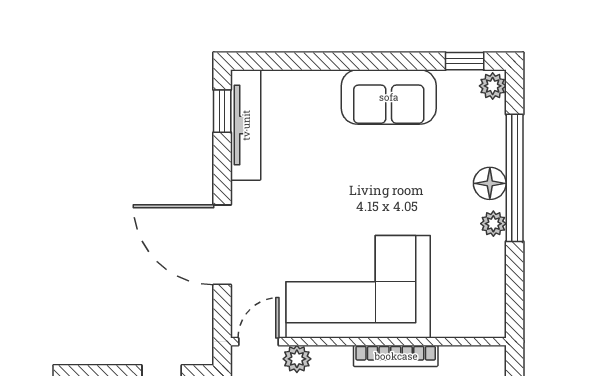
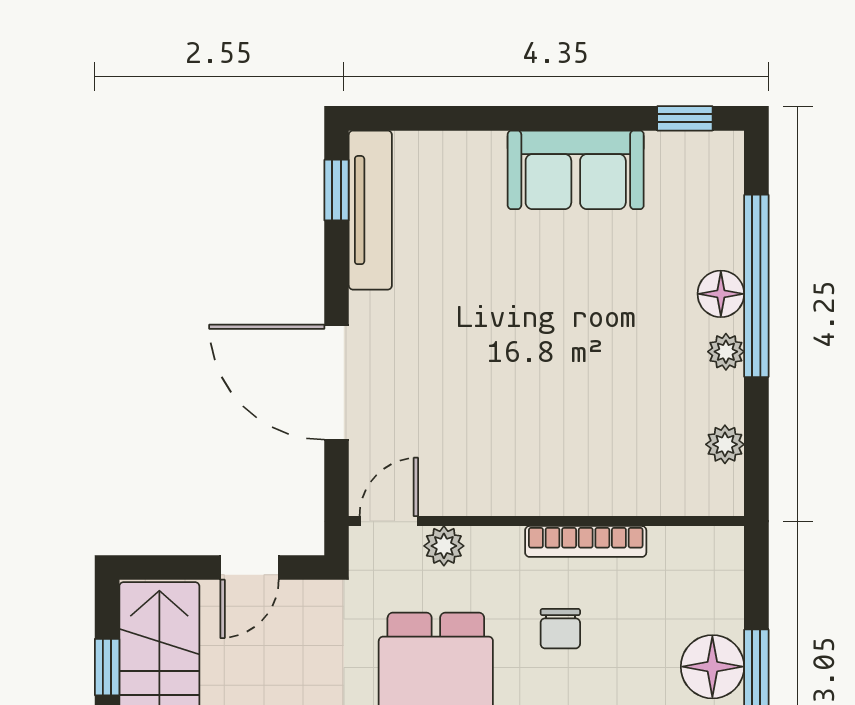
plant: (493, 86) -> (725, 444), moved
corner sofa: (358, 287) -> (532, 442), removed

